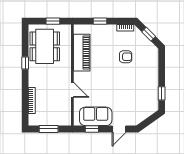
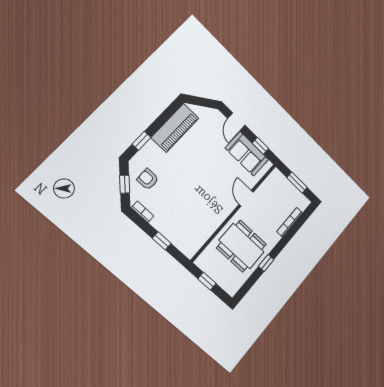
dining table: (45, 46) -> (242, 246), moved, turned 90
piano: (82, 53) -> (175, 128), moved, turned 180
armchair: (126, 57) -> (148, 179), moved
window: (162, 93) -> (141, 141), moved
door: (119, 129) -> (236, 122), swing flipped

